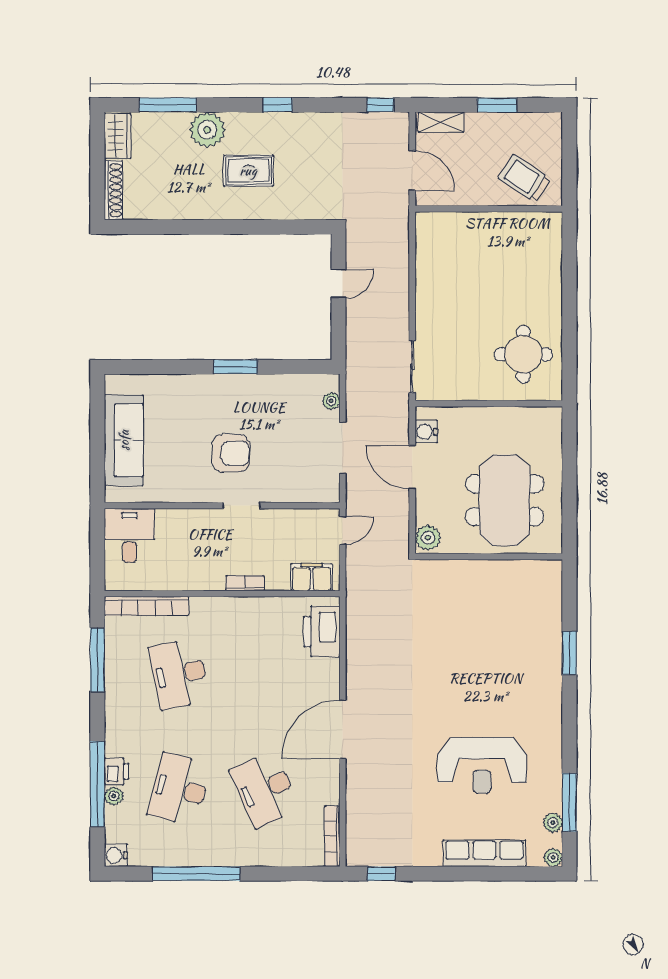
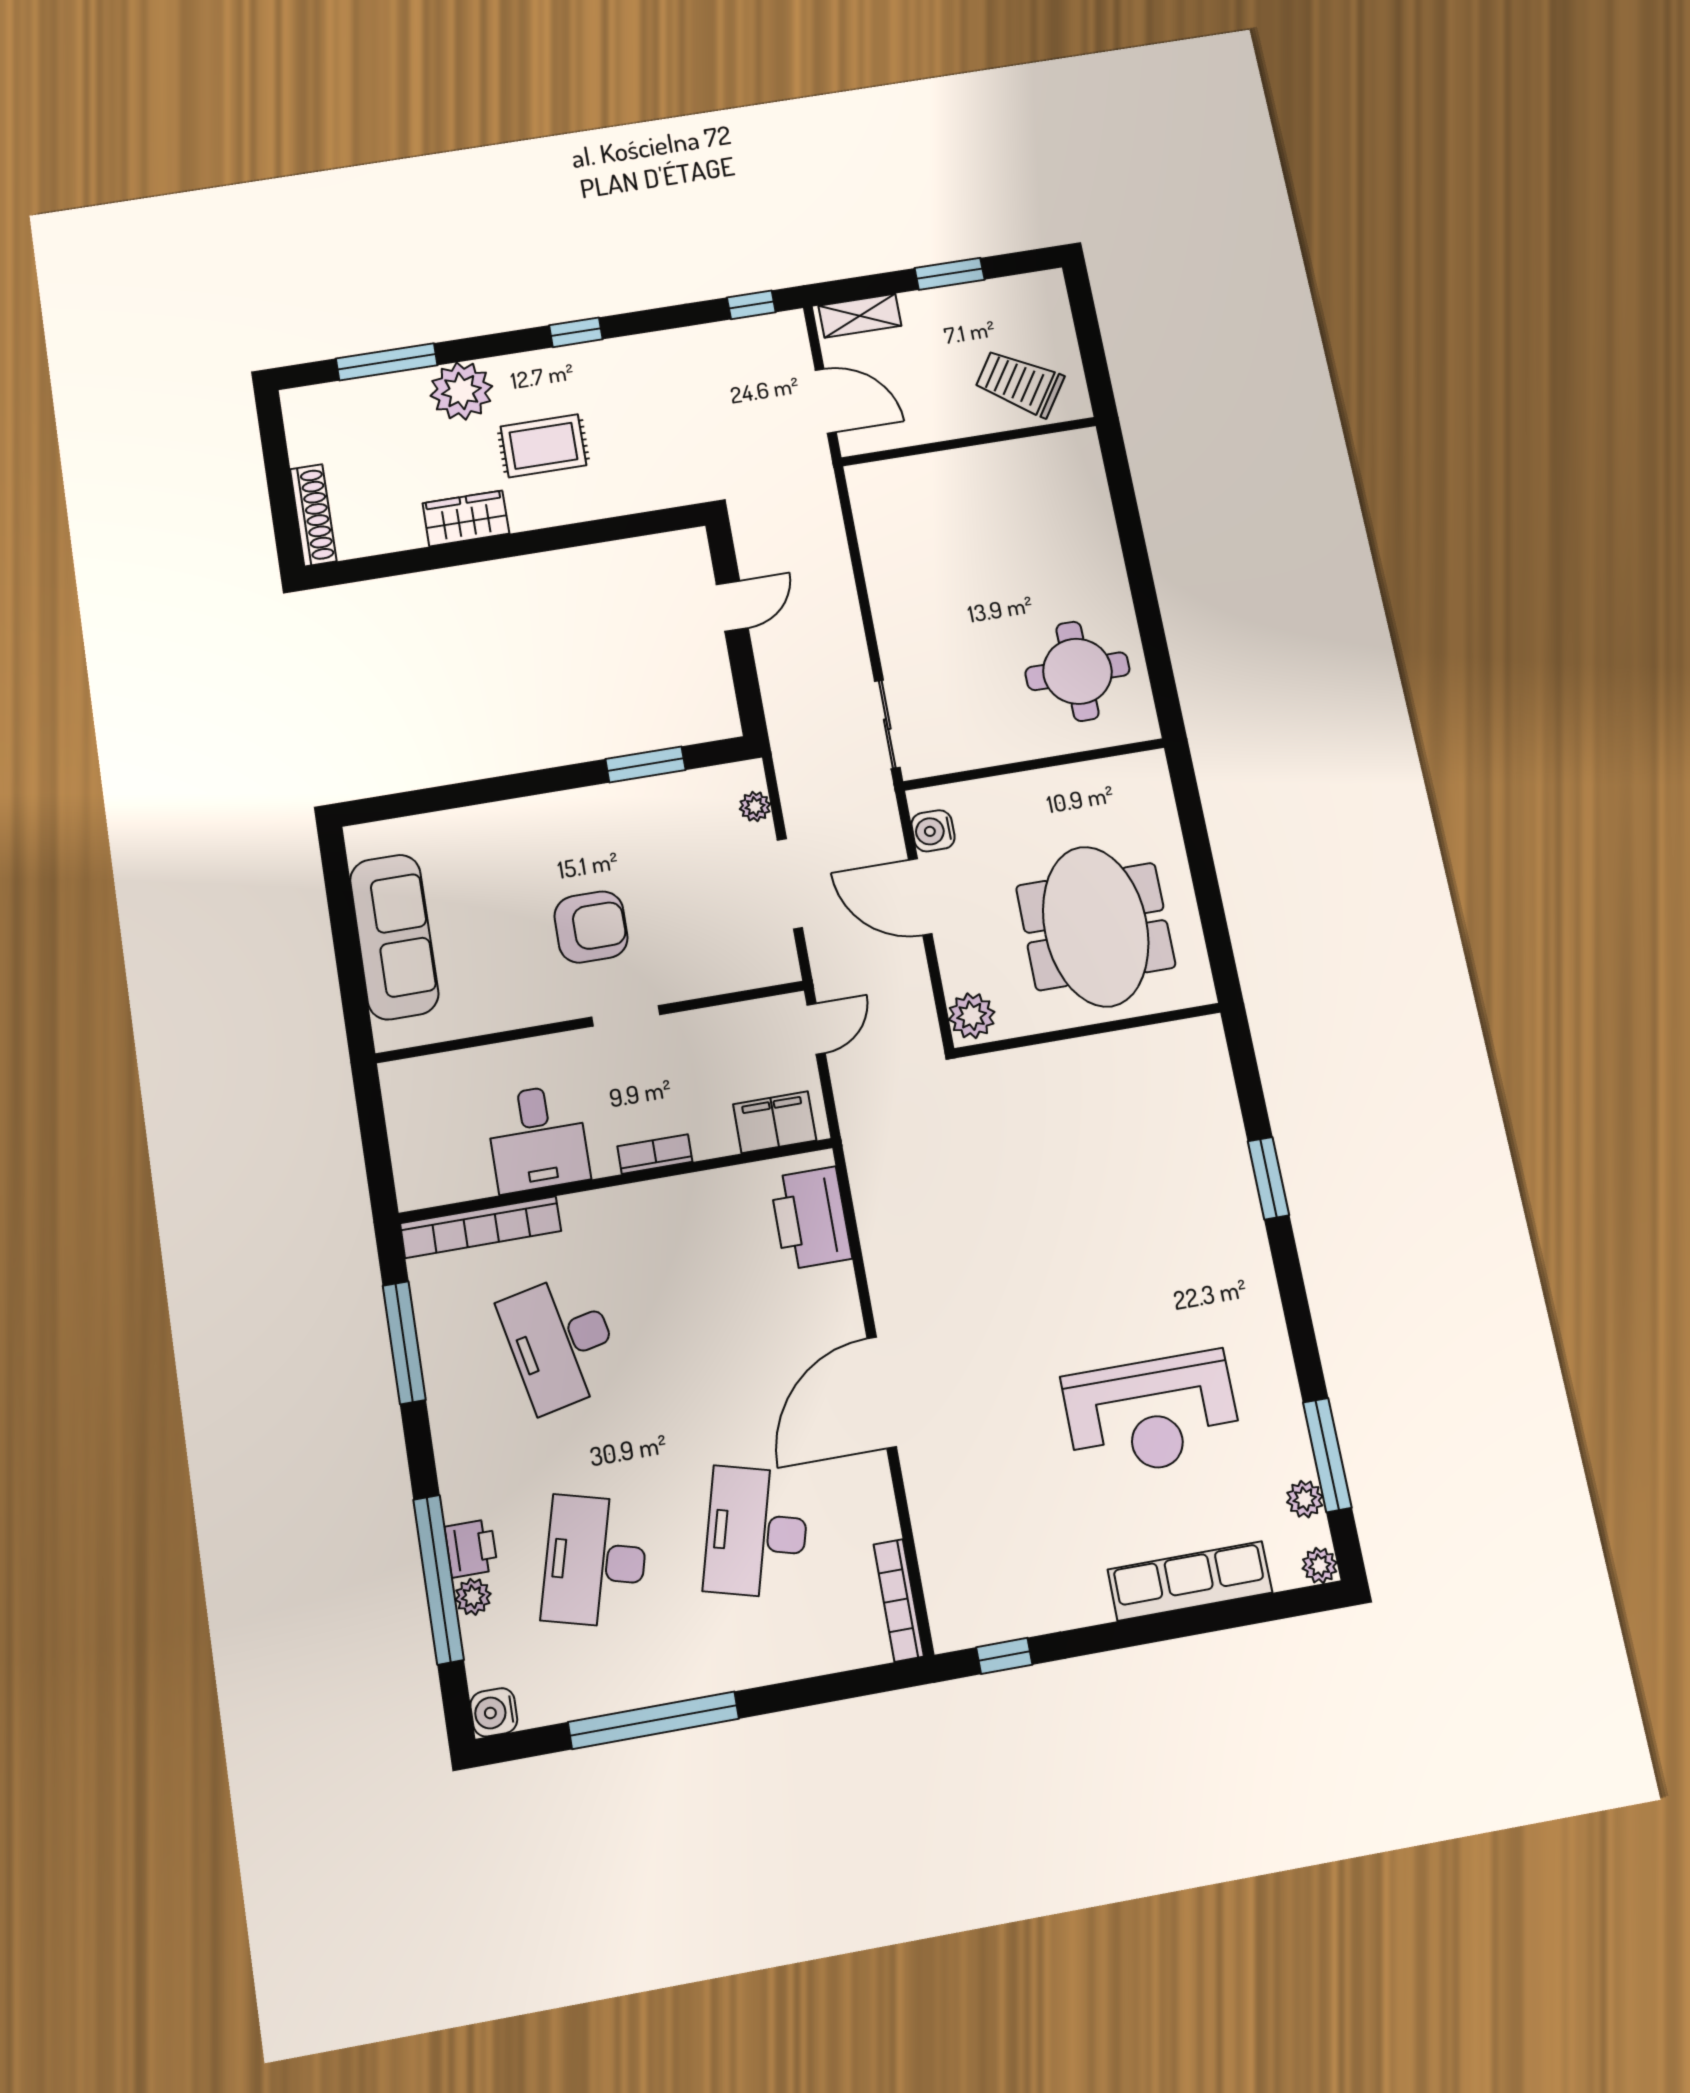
wardrobe: (118, 136) -> (466, 518), moved, turned -90
window: (236, 367) -> (645, 764), moved
desk: (129, 535) -> (538, 1138), moved, turned 180
desk: (265, 789) -> (757, 1532), turned 39

